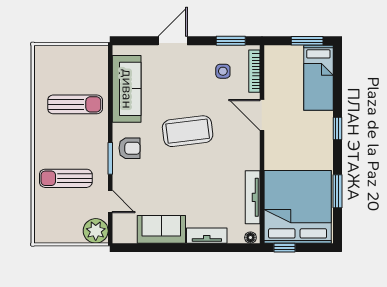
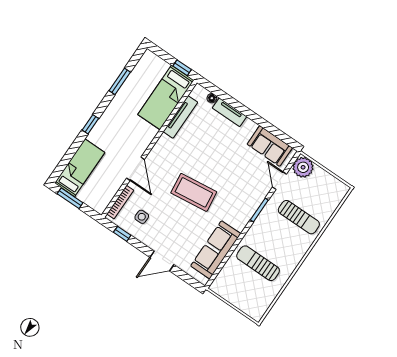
window: (231, 41) -> (122, 234), width x0.67
armchair: (130, 148) -> (241, 208), removed
bed: (298, 207) -> (166, 97), width x0.49
sofa: (161, 229) -> (270, 146), moved
floor lamp: (250, 238) -> (212, 98), moved

